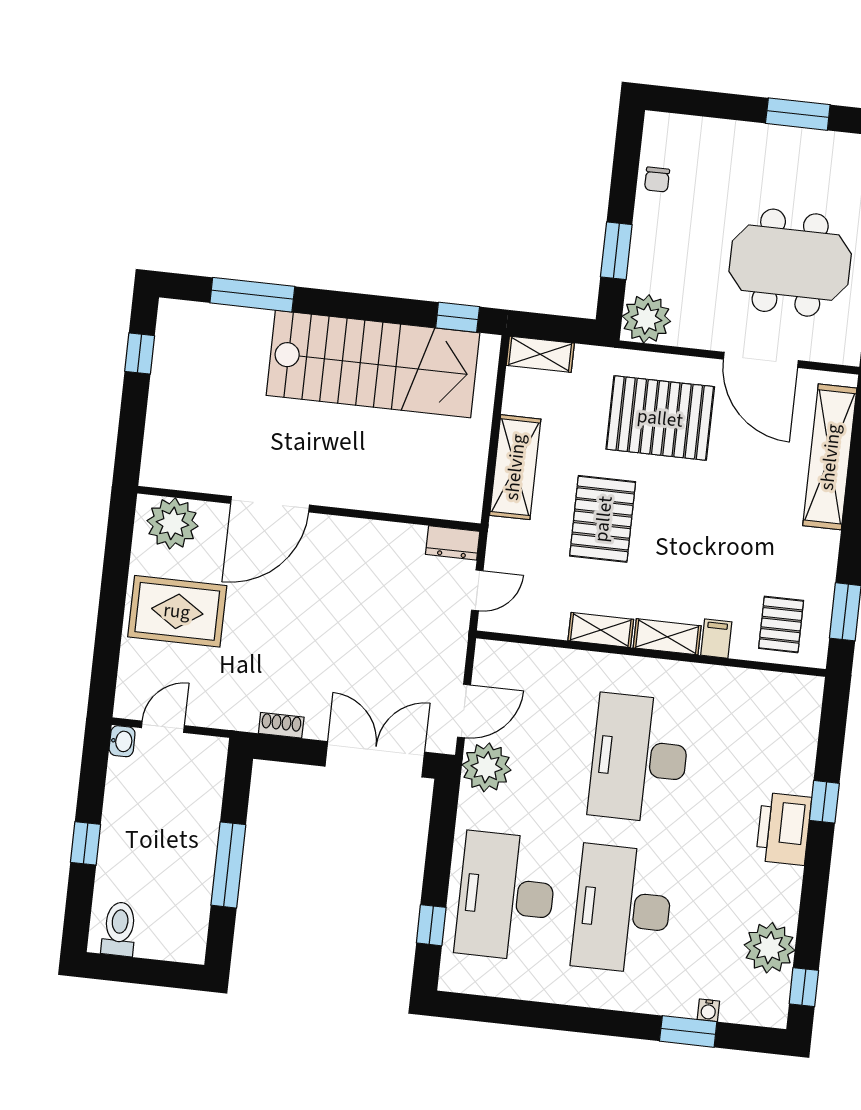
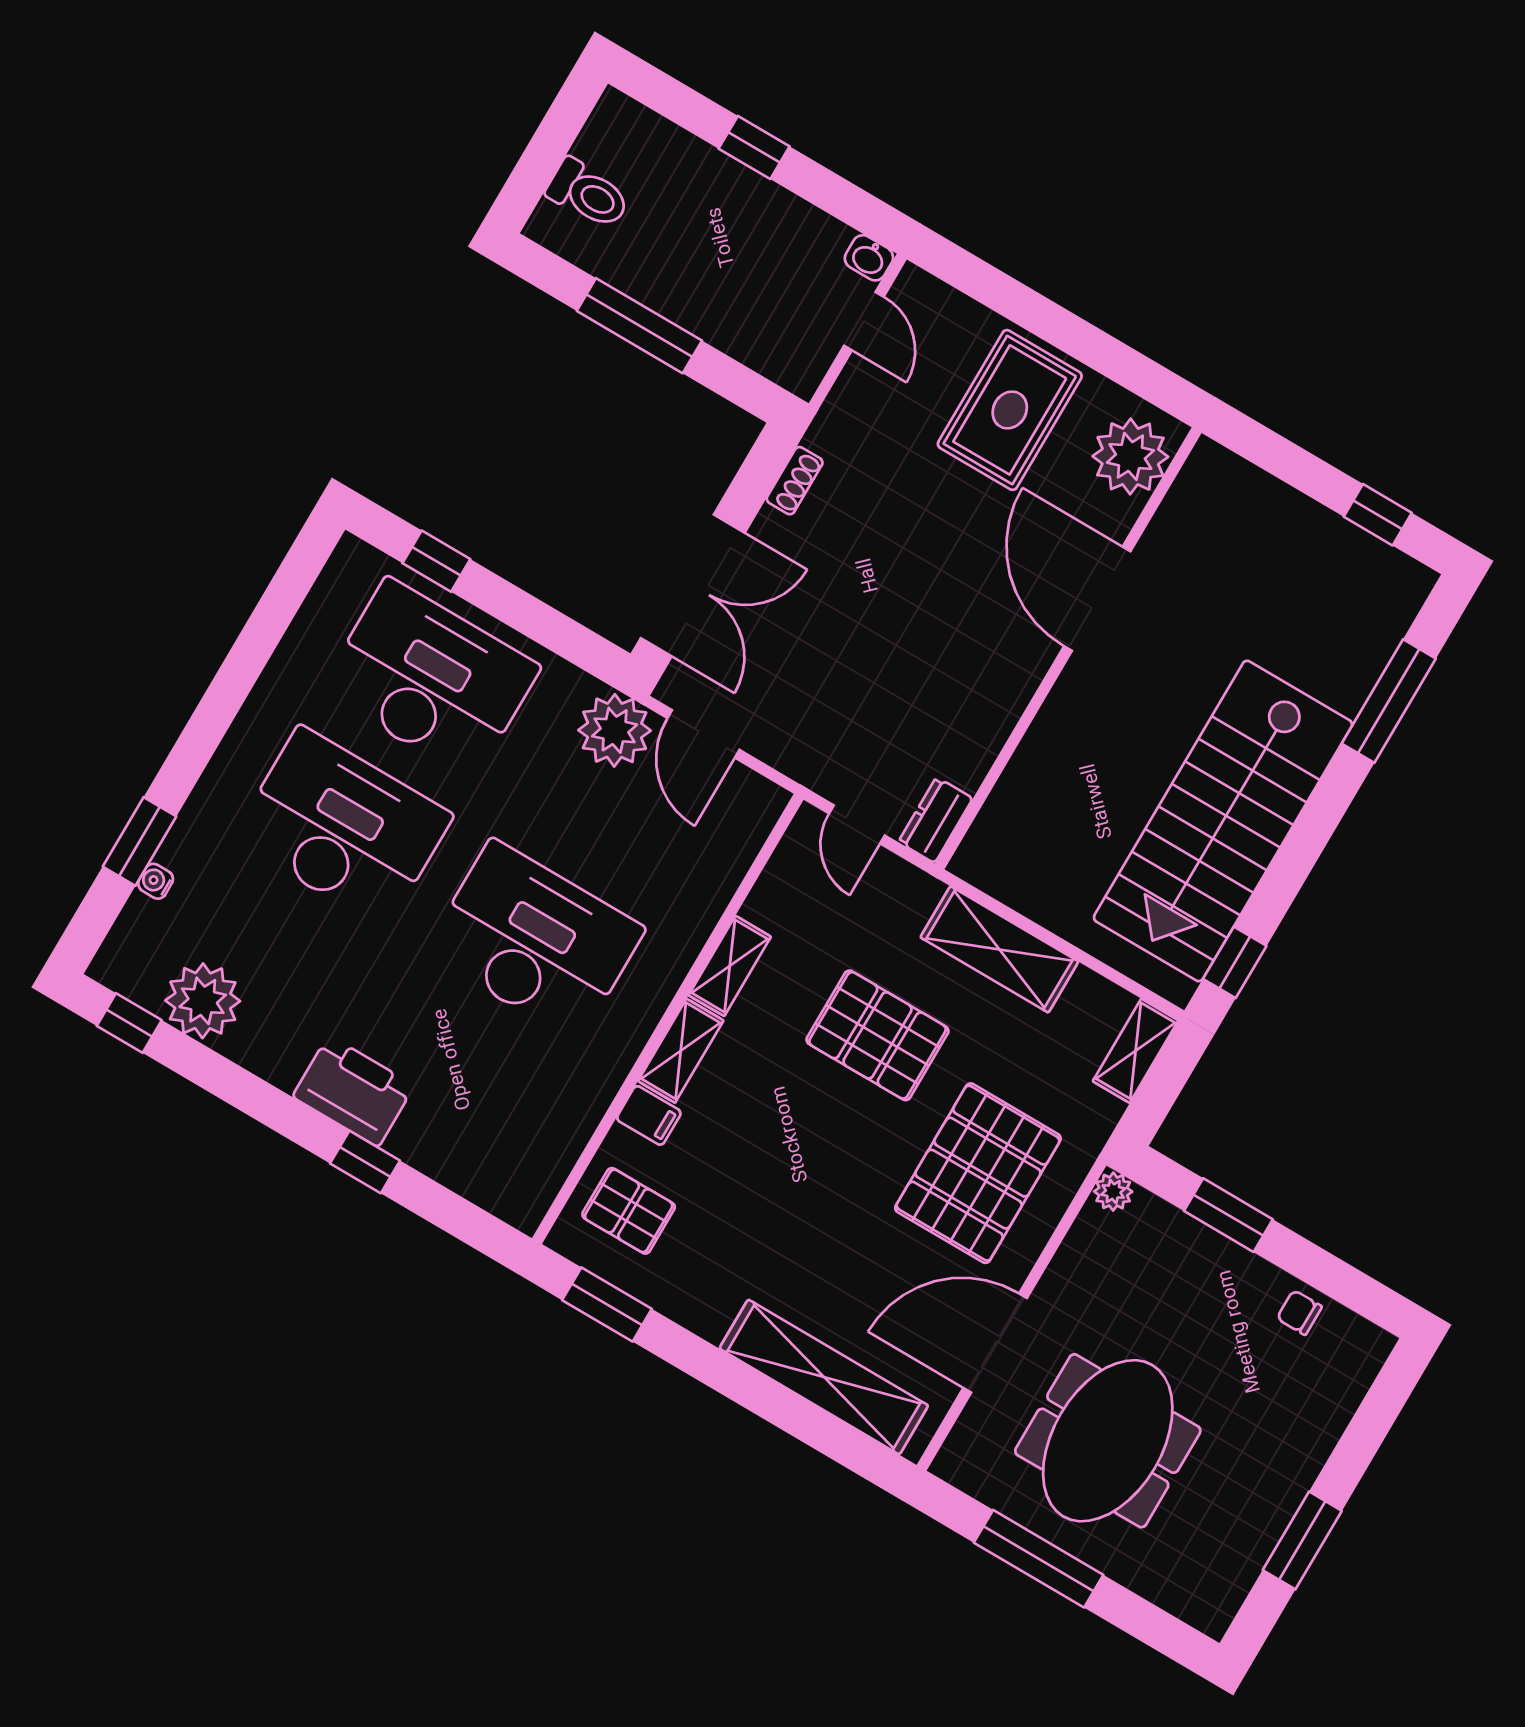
plant: (646, 319) -> (1113, 1192), width x0.53, depth x0.53
toilet: (119, 929) -> (588, 194), moved

